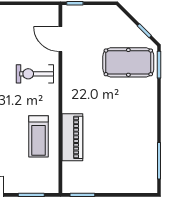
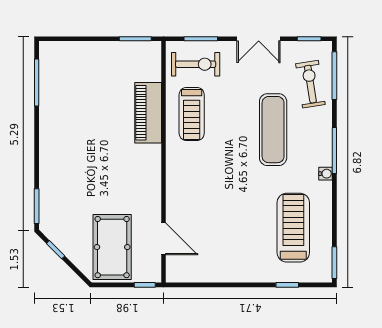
pool table: (128, 62) -> (112, 247), moved, turned 90
exercise bike: (35, 74) -> (196, 64), moved
treadmill: (38, 136) -> (192, 114), turned 180

